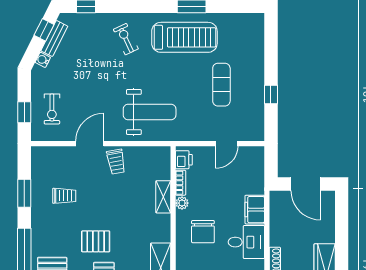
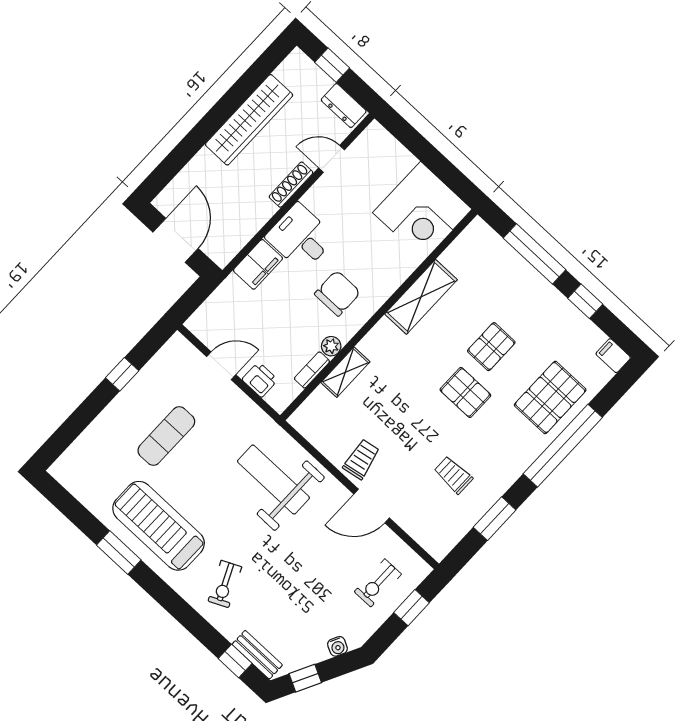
bench: (54, 39) -> (257, 655), moved, turned 63
exercise bike: (52, 109) -> (378, 583), turned 180
printer: (184, 160) -> (260, 380), moved, turned 90

